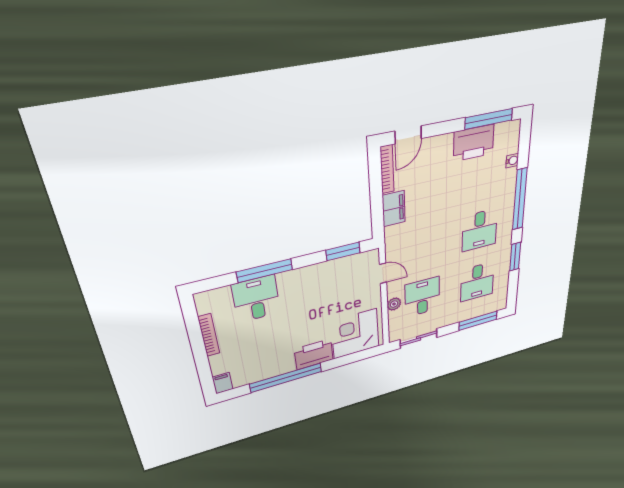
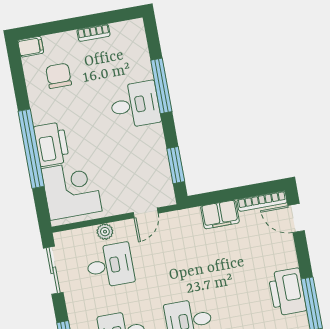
desk: (256, 299) -> (135, 105), moved
bookcase: (209, 335) -> (93, 33), width x0.64
chair: (251, 358) -> (59, 76), added
window: (286, 378) -> (31, 149), moved

